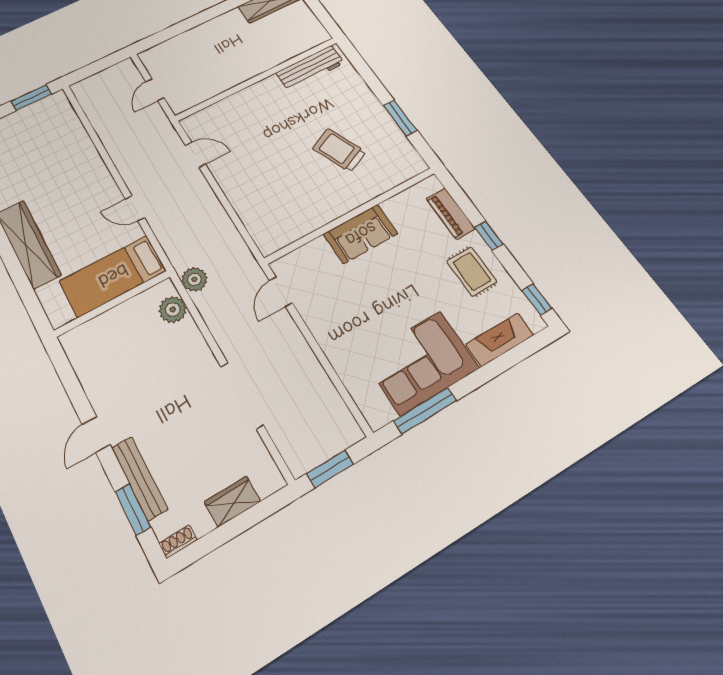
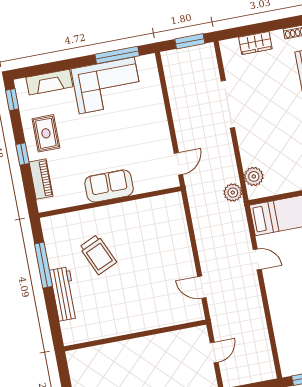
workbench: (310, 68) -> (64, 294), moved, turned 90
window: (400, 118) -> (43, 265), width x1.44

